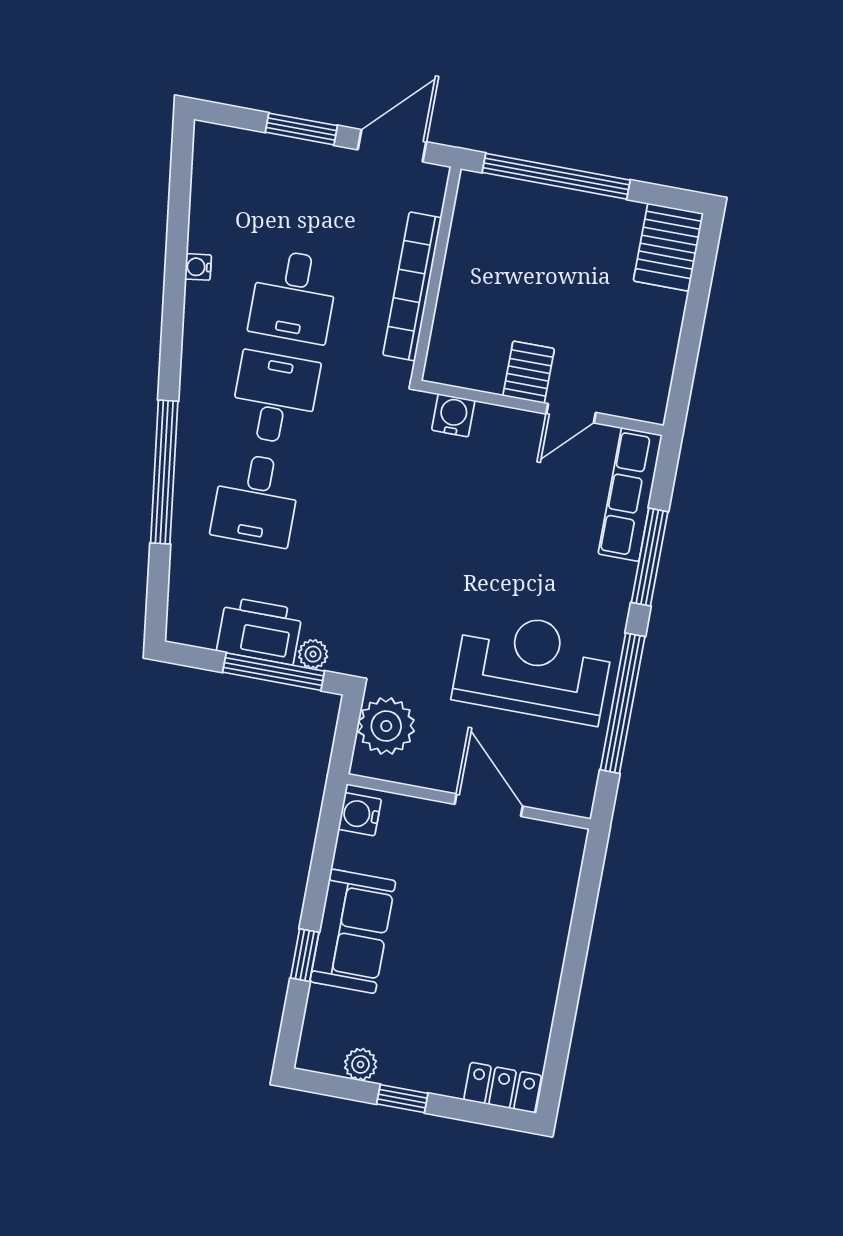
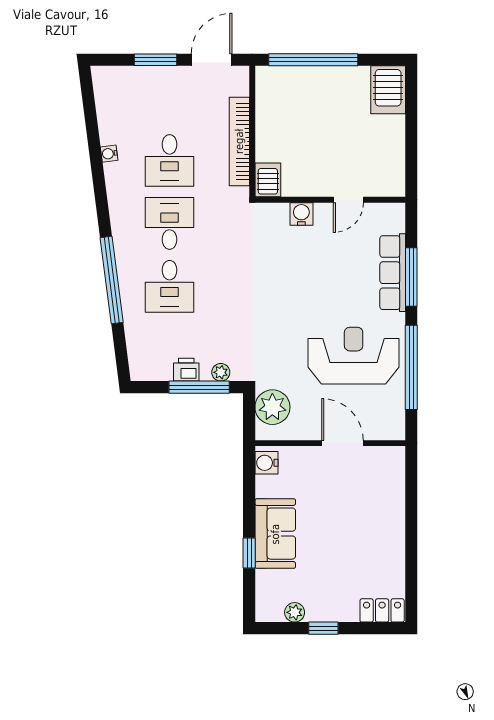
server rack: (529, 372) -> (268, 180), moved
water cooler: (453, 415) -> (301, 214), moved
row of seats: (630, 494) -> (393, 273), moved
printer: (260, 631) -> (186, 370), width x0.53, depth x0.68

